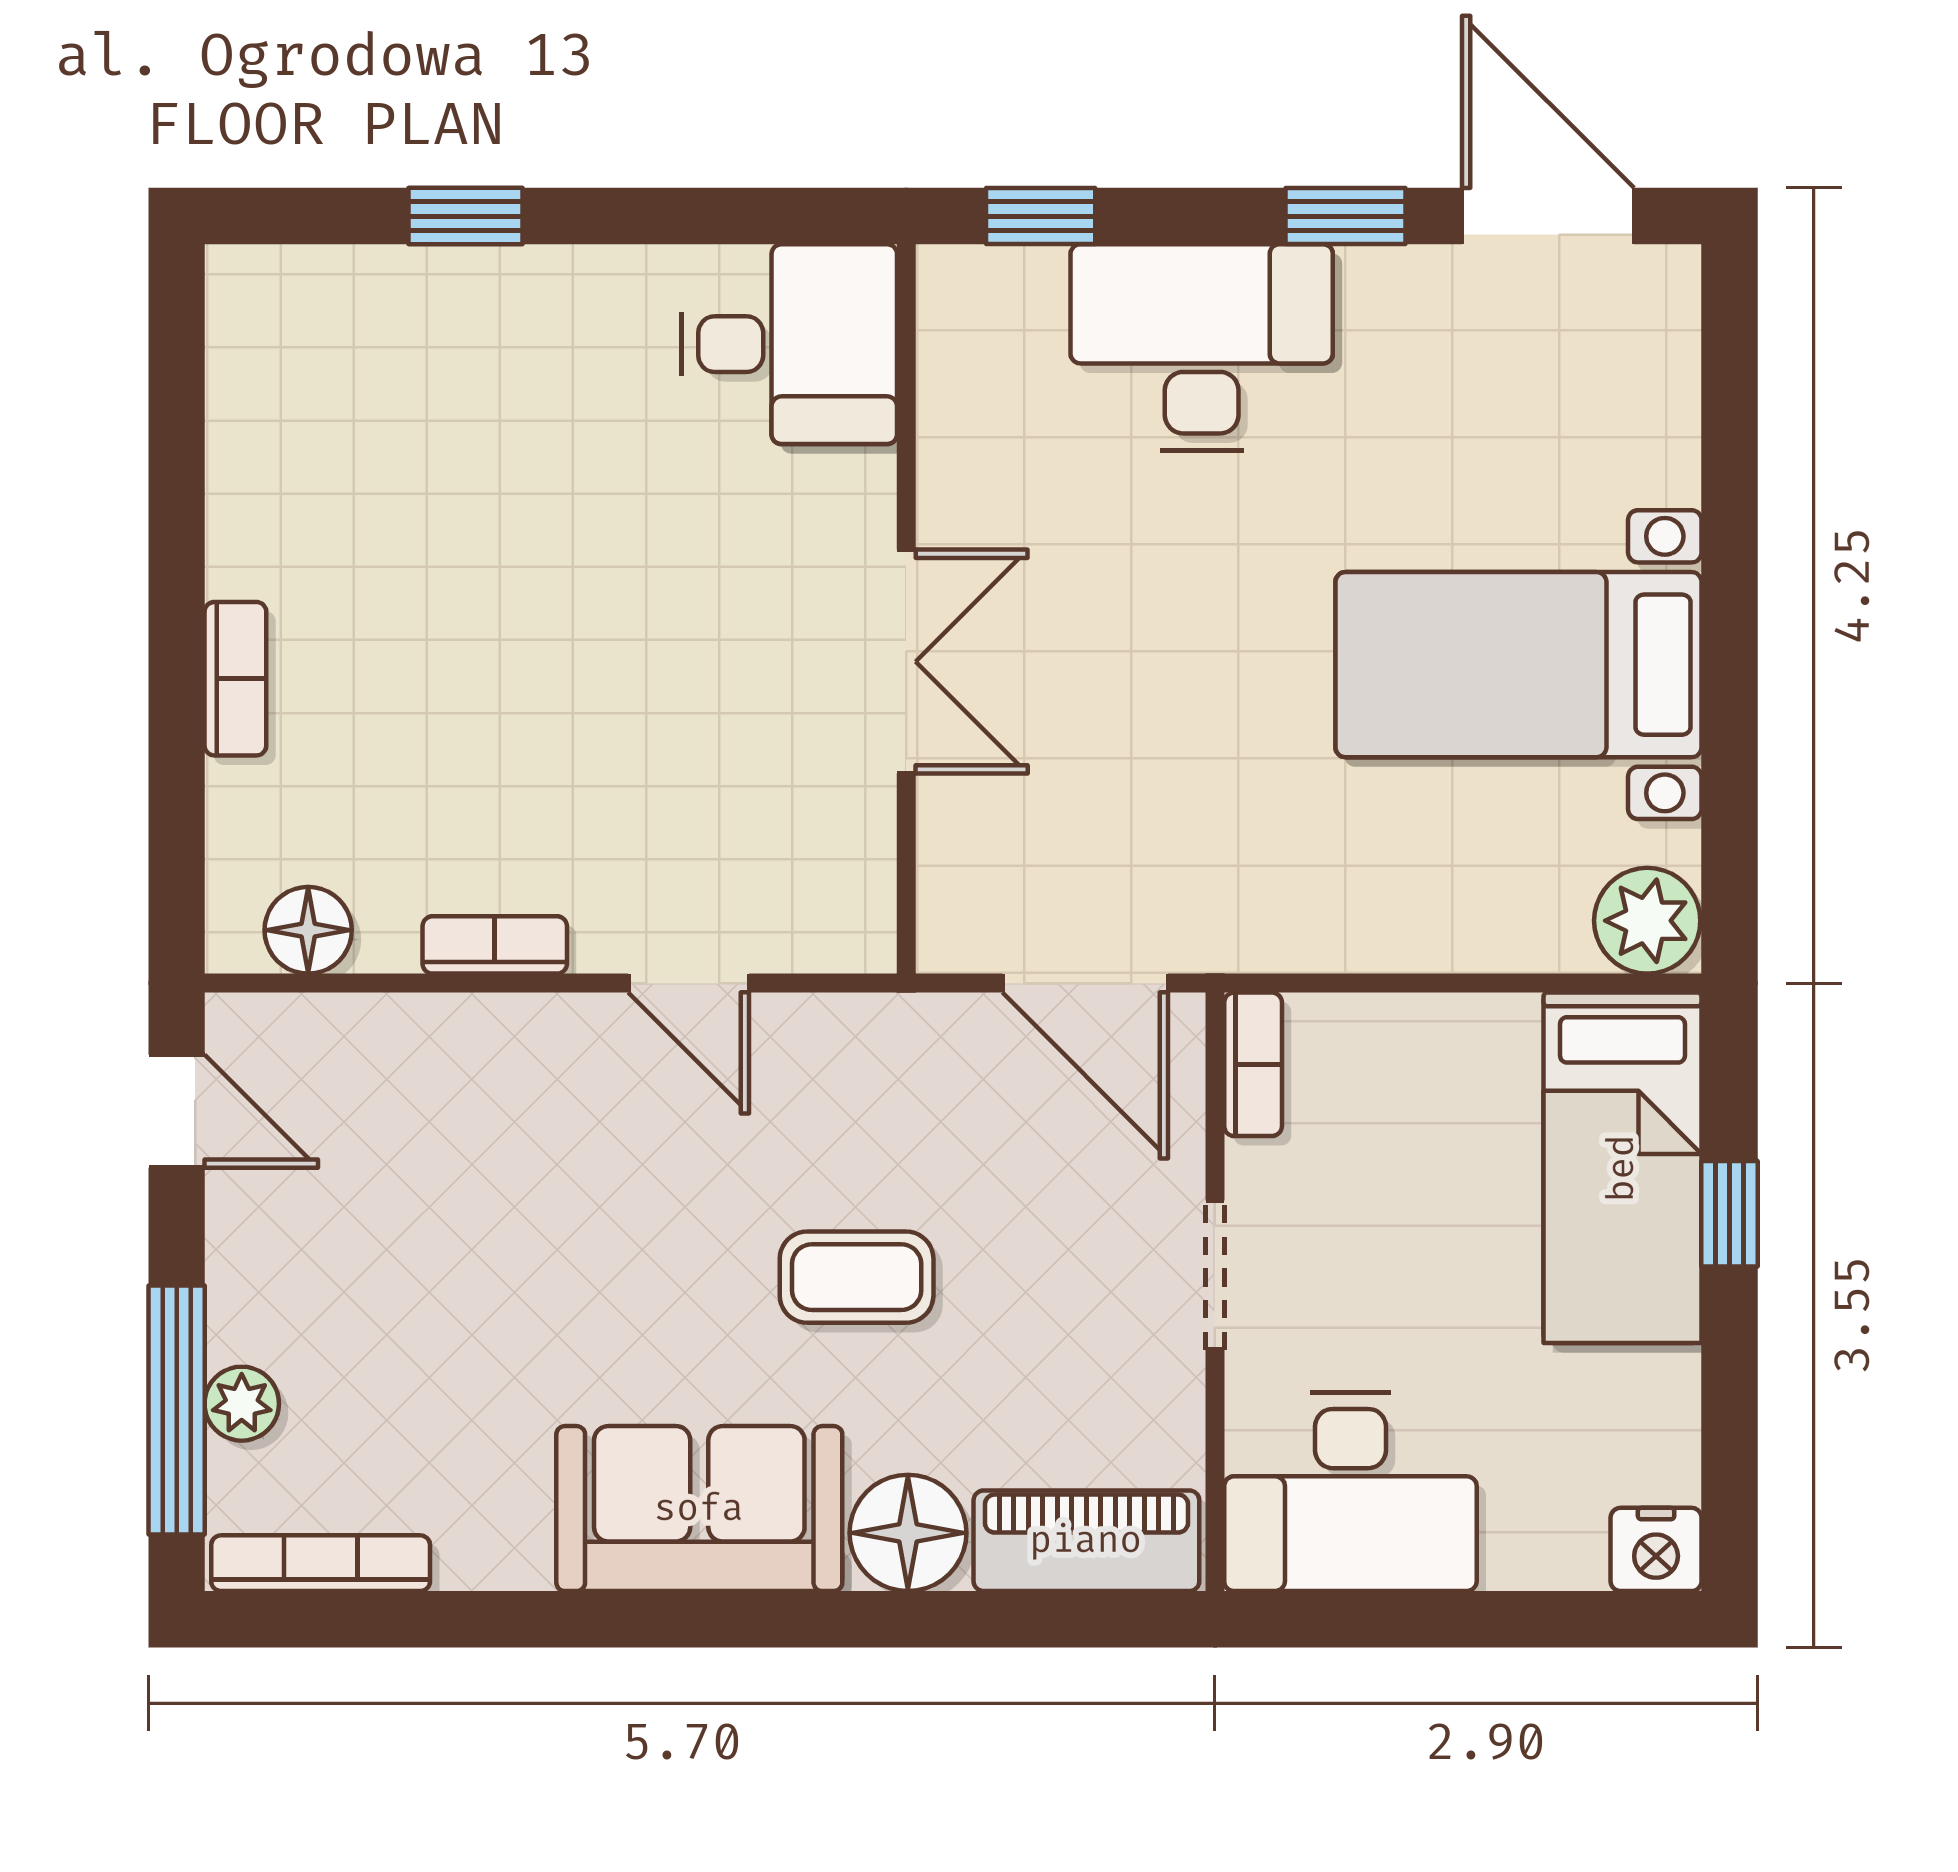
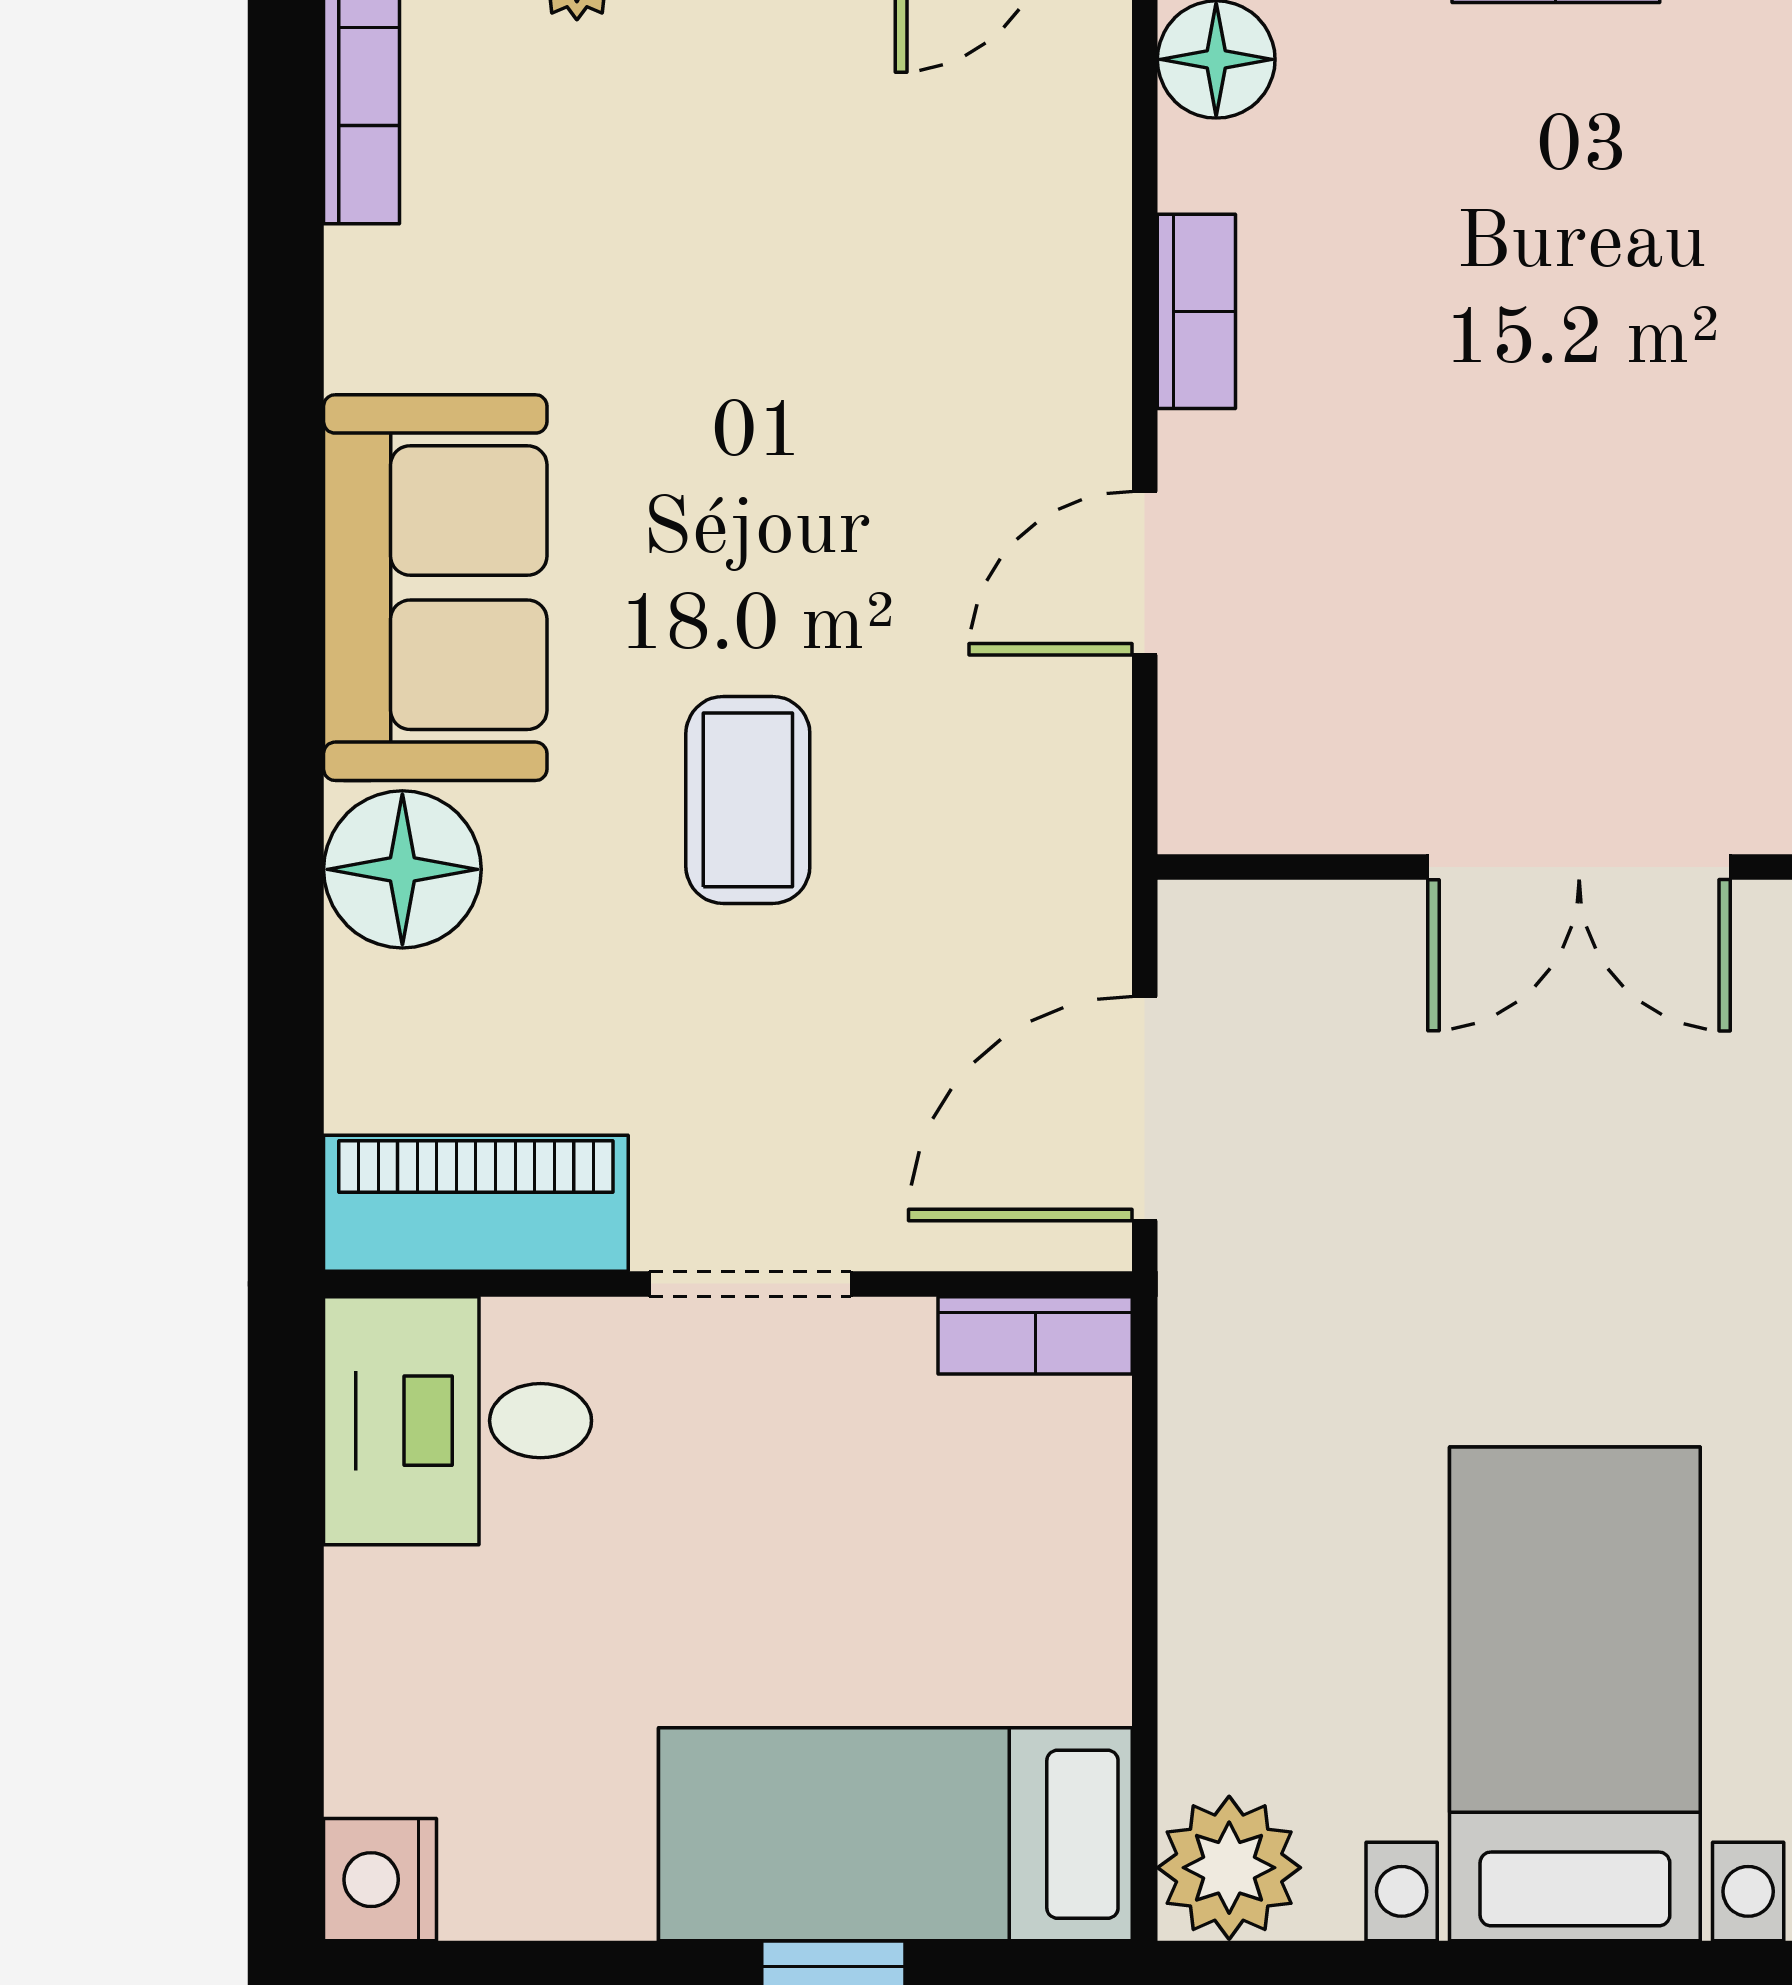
desk: (1350, 1492) -> (458, 1421), width x0.73
piano: (1086, 1541) -> (476, 1203), moved, turned -90

